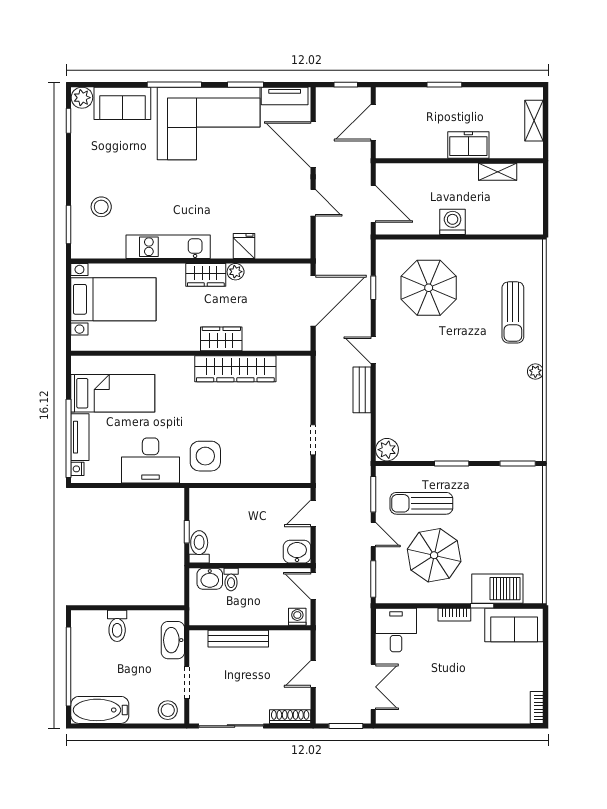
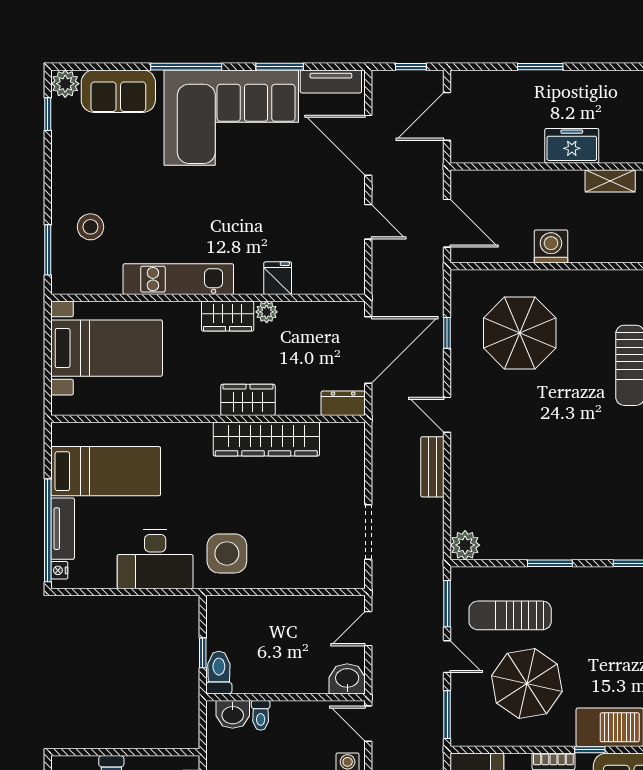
dresser: (294, 341) -> (343, 403), added
doorway: (313, 440) -> (368, 532), width x1.38

